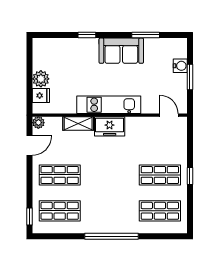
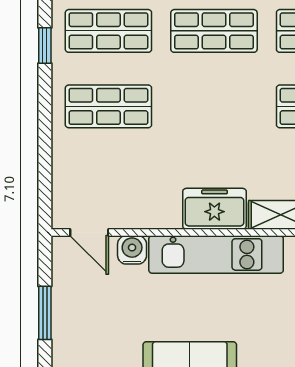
water cooler: (180, 66) -> (132, 250), moved, turned 90
window: (190, 176) -> (45, 46), moved
shop shelf: (110, 211) -> (214, 31), added

